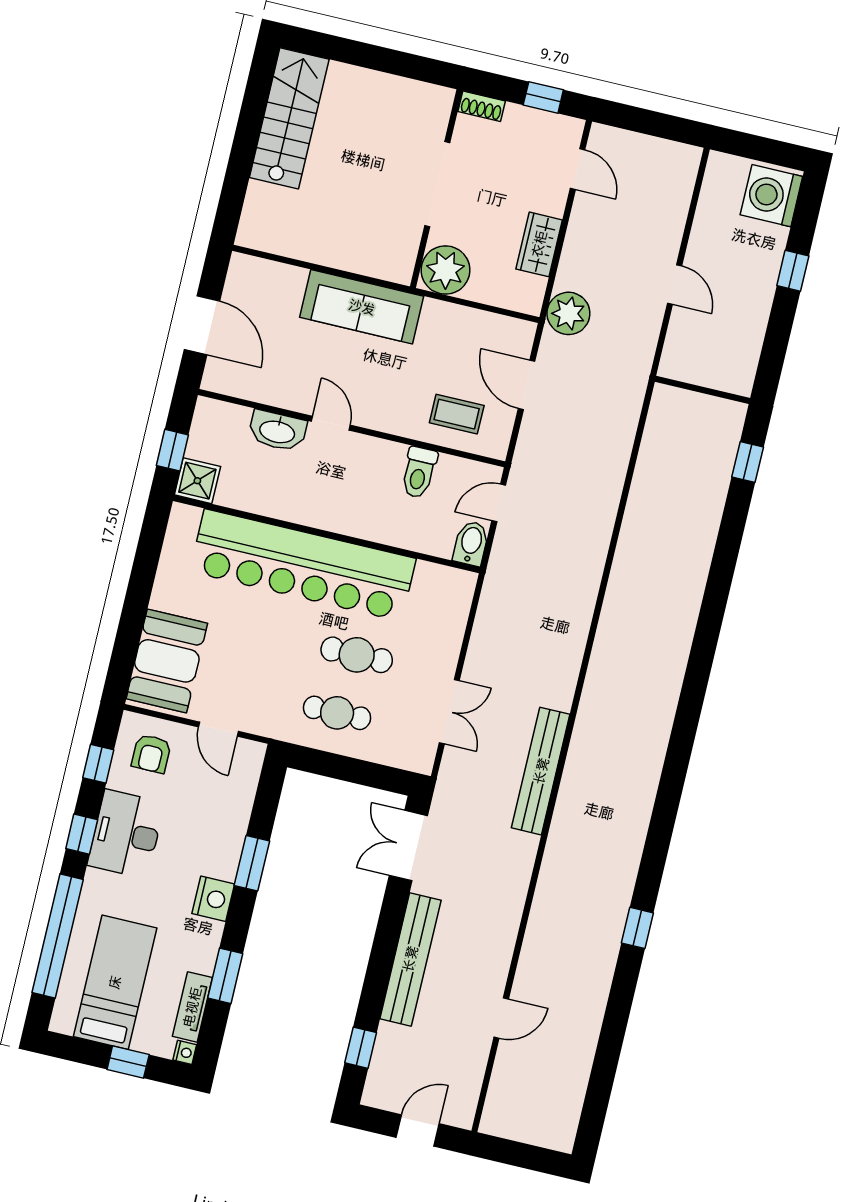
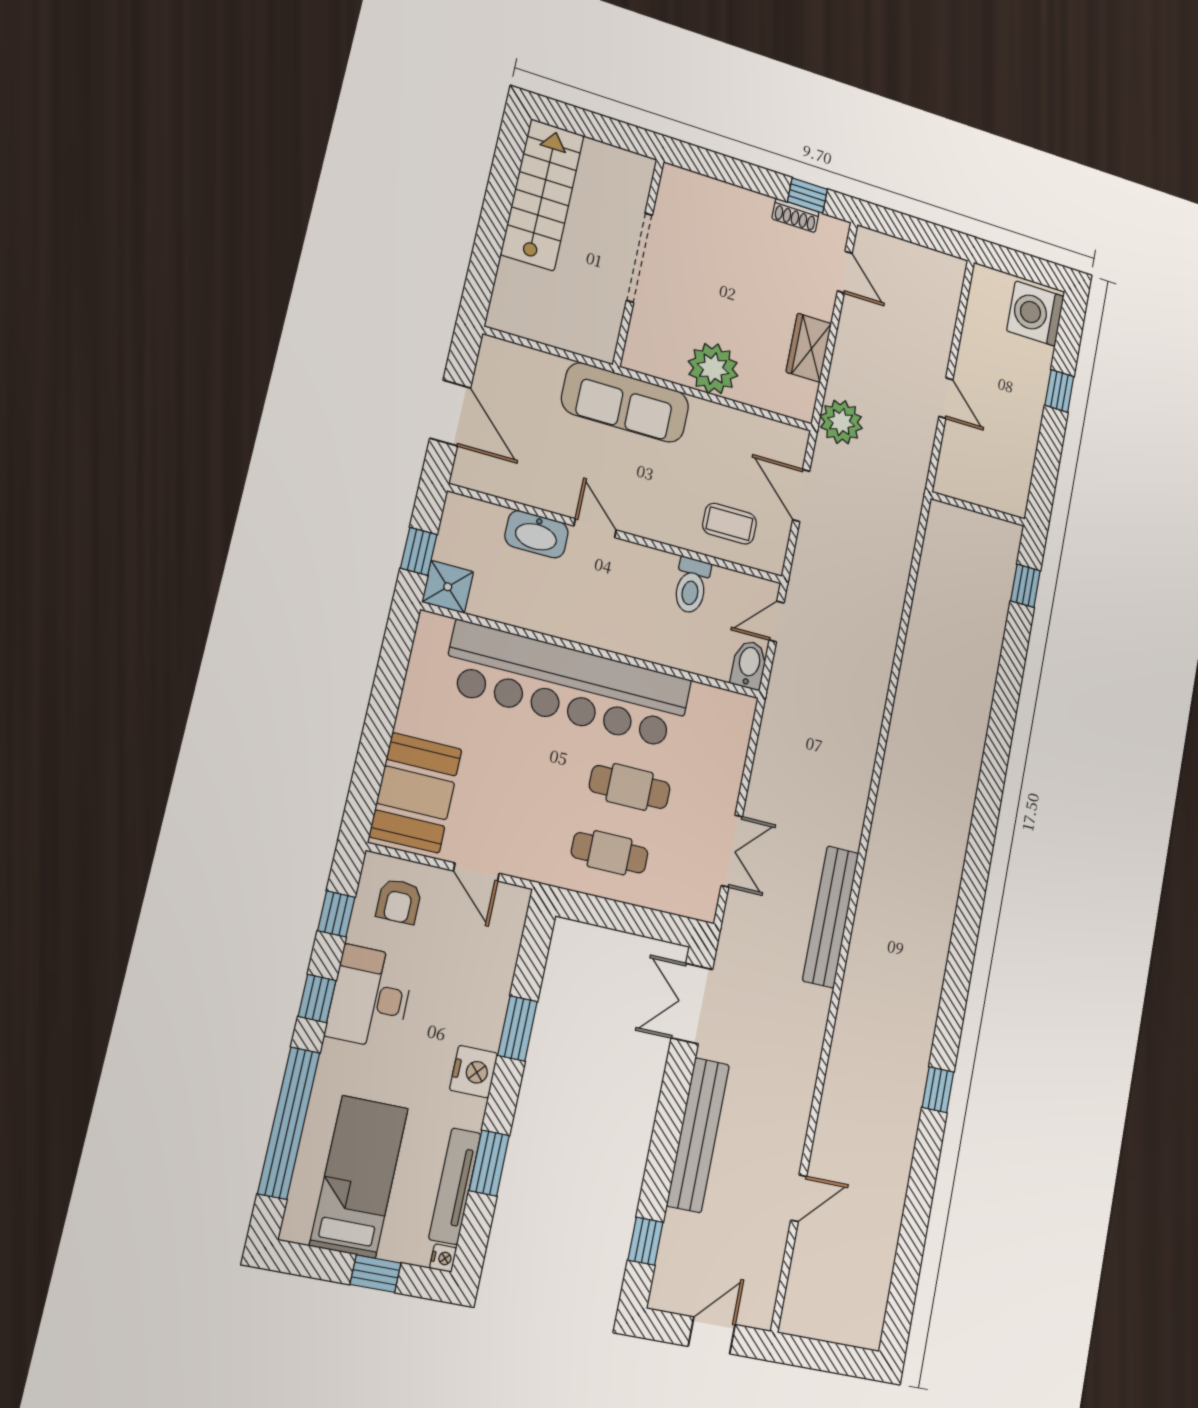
shoe rack: (482, 106) -> (795, 215), moved
doorway: (437, 184) -> (639, 258), moved
wall: (436, 189) -> (638, 262), moved
tv unit: (192, 1007) -> (455, 1186), width x1.41

